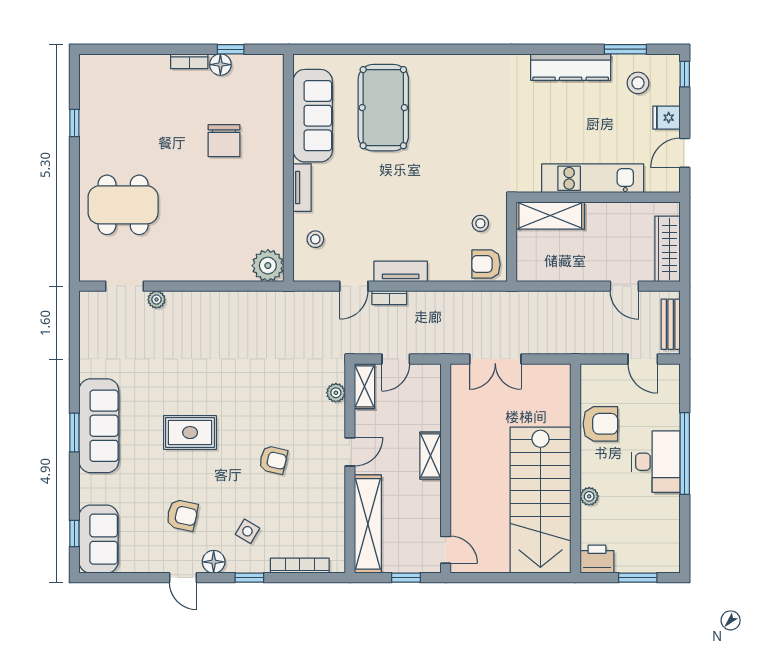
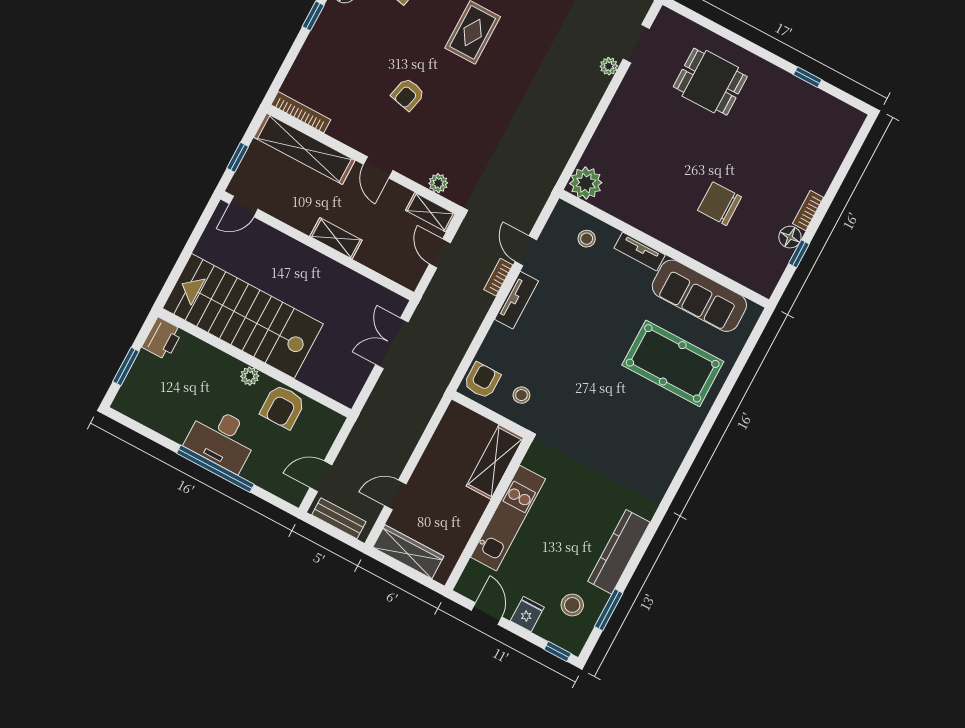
dining table: (123, 205) -> (710, 82), width x0.73
plant: (589, 496) -> (250, 376), moved
side table: (247, 531) -> (356, 37), removed
bookcase: (300, 566) -> (301, 112), moved, turned -90

